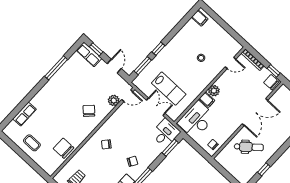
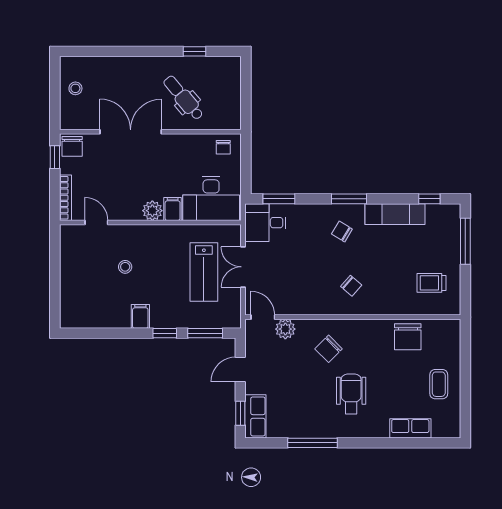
filing cabinet: (200, 18) -> (140, 316), moved
lab bench: (169, 89) -> (204, 272), turned 180
wheelchair: (62, 103) -> (351, 394), added

